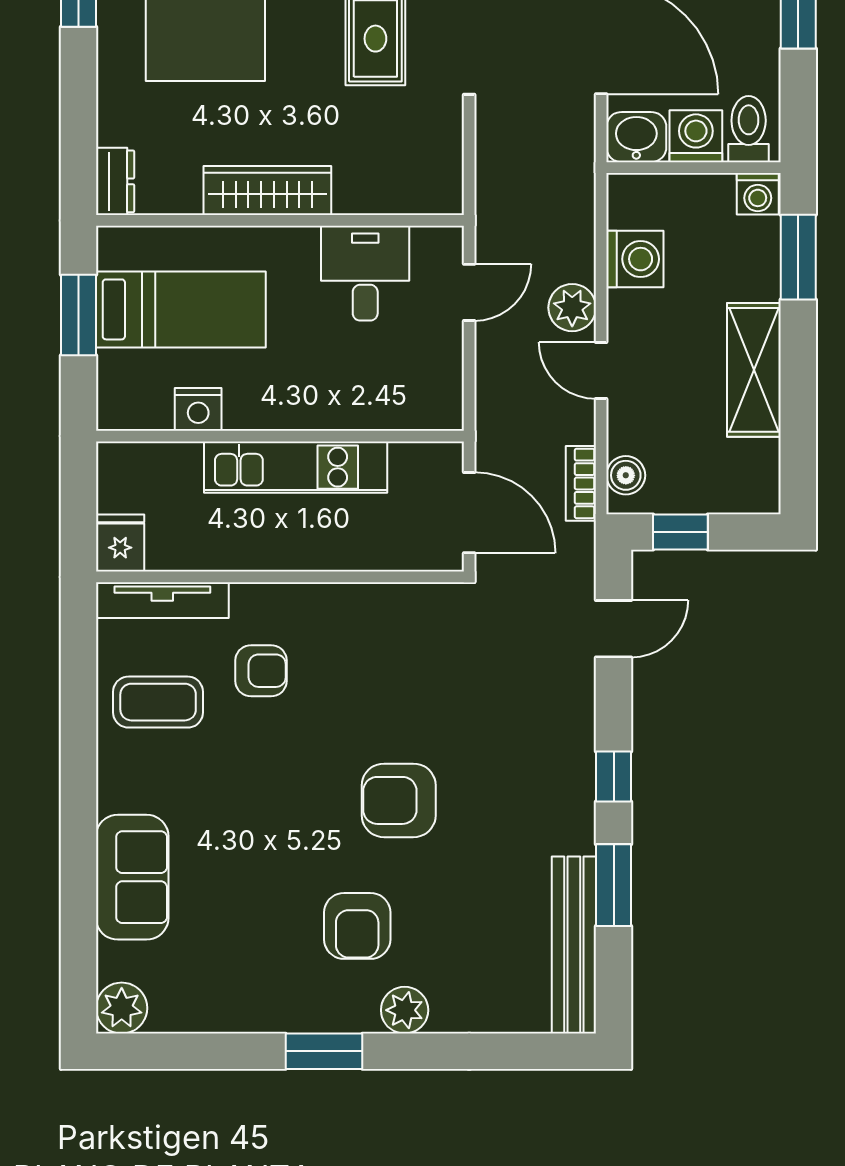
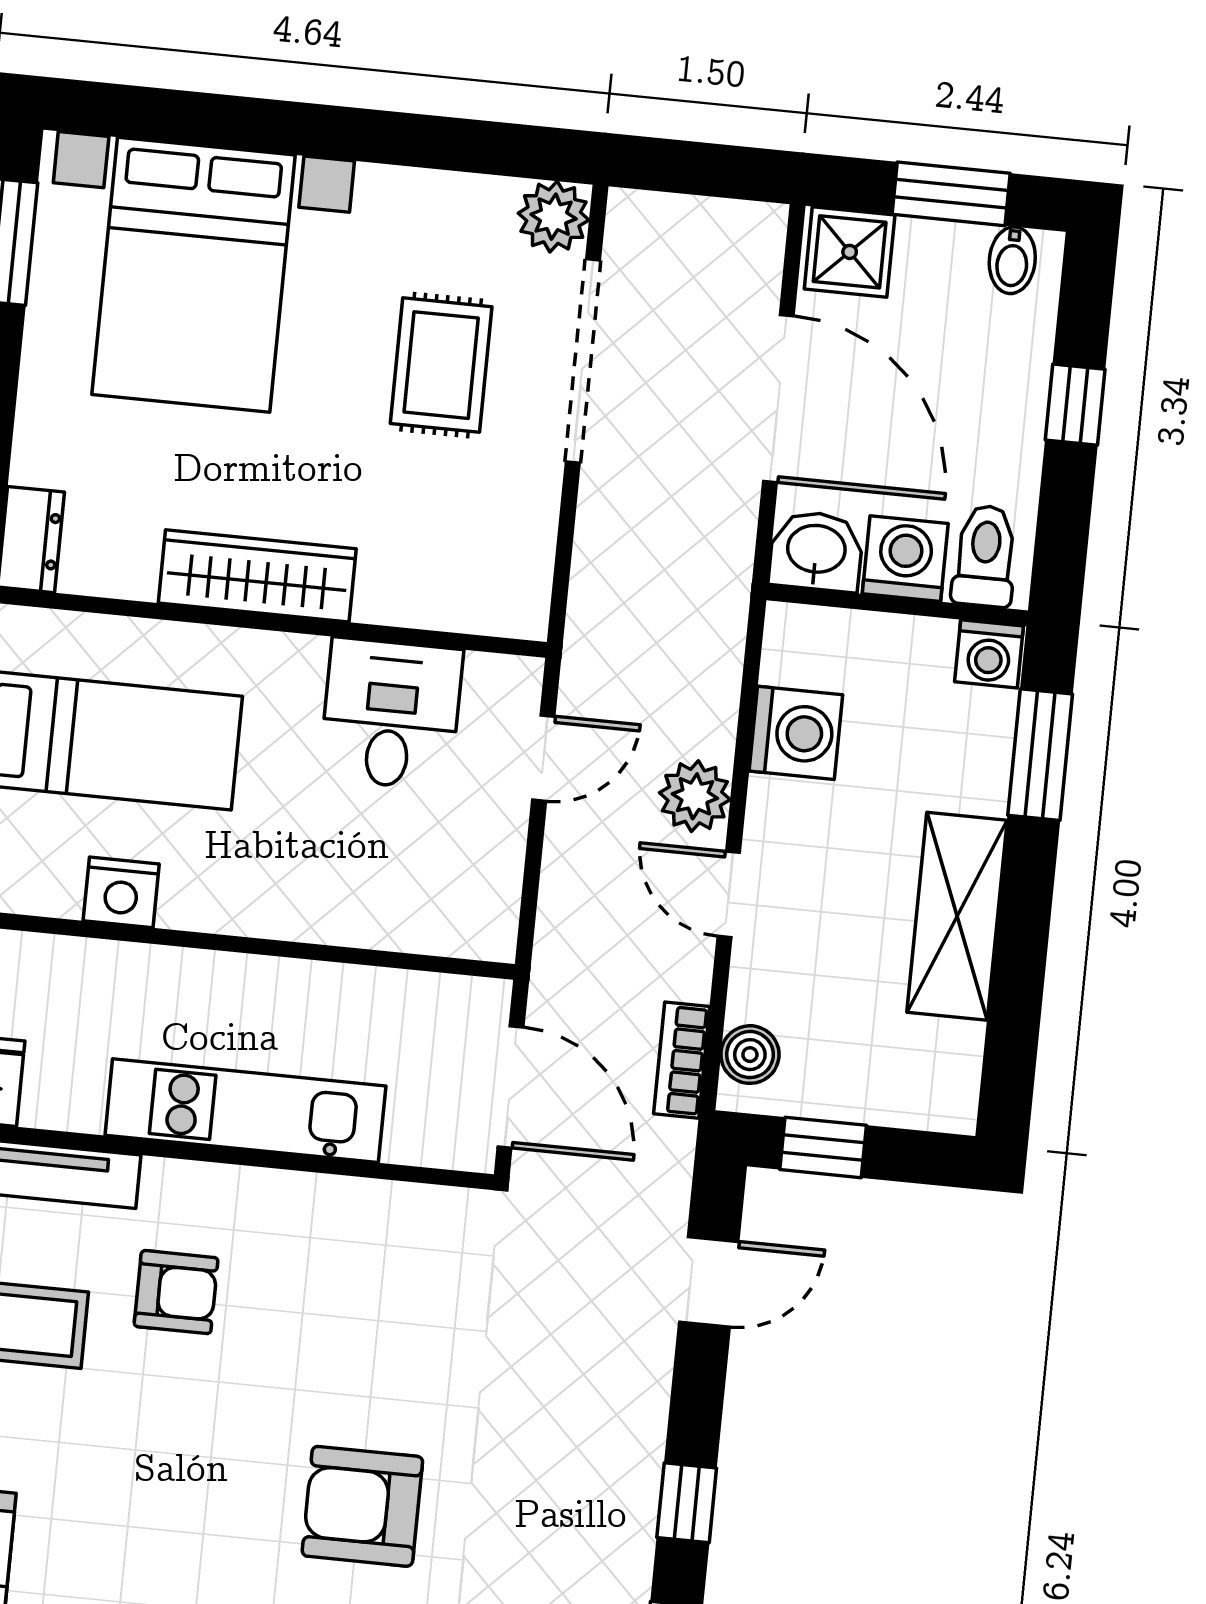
kitchen unit: (296, 467) -> (245, 1111), moved, turned 180

